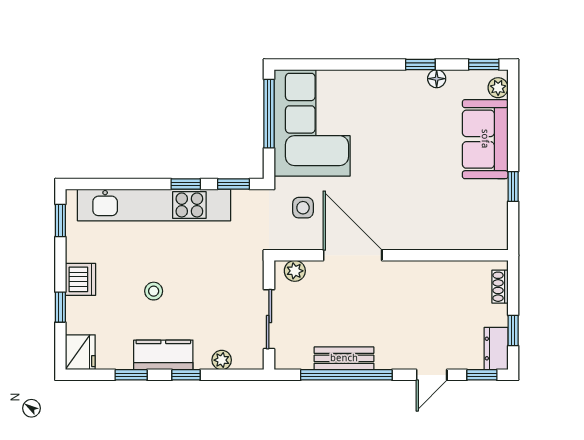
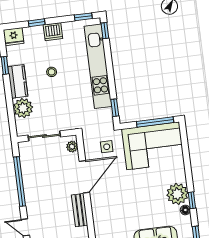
plant: (406, 90) -> (177, 194), added
window: (186, 184) -> (105, 31), moved
bench: (344, 358) -> (80, 210), moved
plant: (222, 360) -> (23, 108), width x1.87, depth x1.87
window: (186, 375) -> (9, 95), removed

